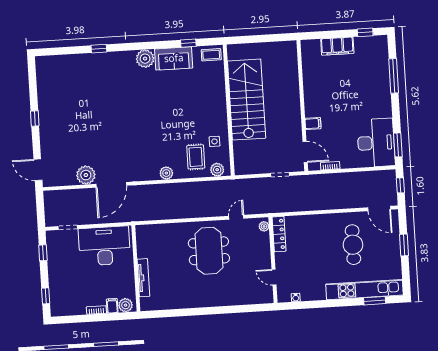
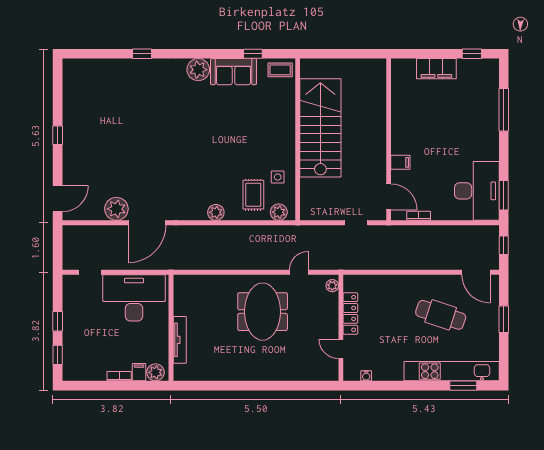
door: (38, 170) -> (58, 199), swing flipped
locker: (279, 234) -> (350, 313), moved
cafe table: (353, 245) -> (441, 315), turned -72
window: (43, 253) -> (58, 321), moved

